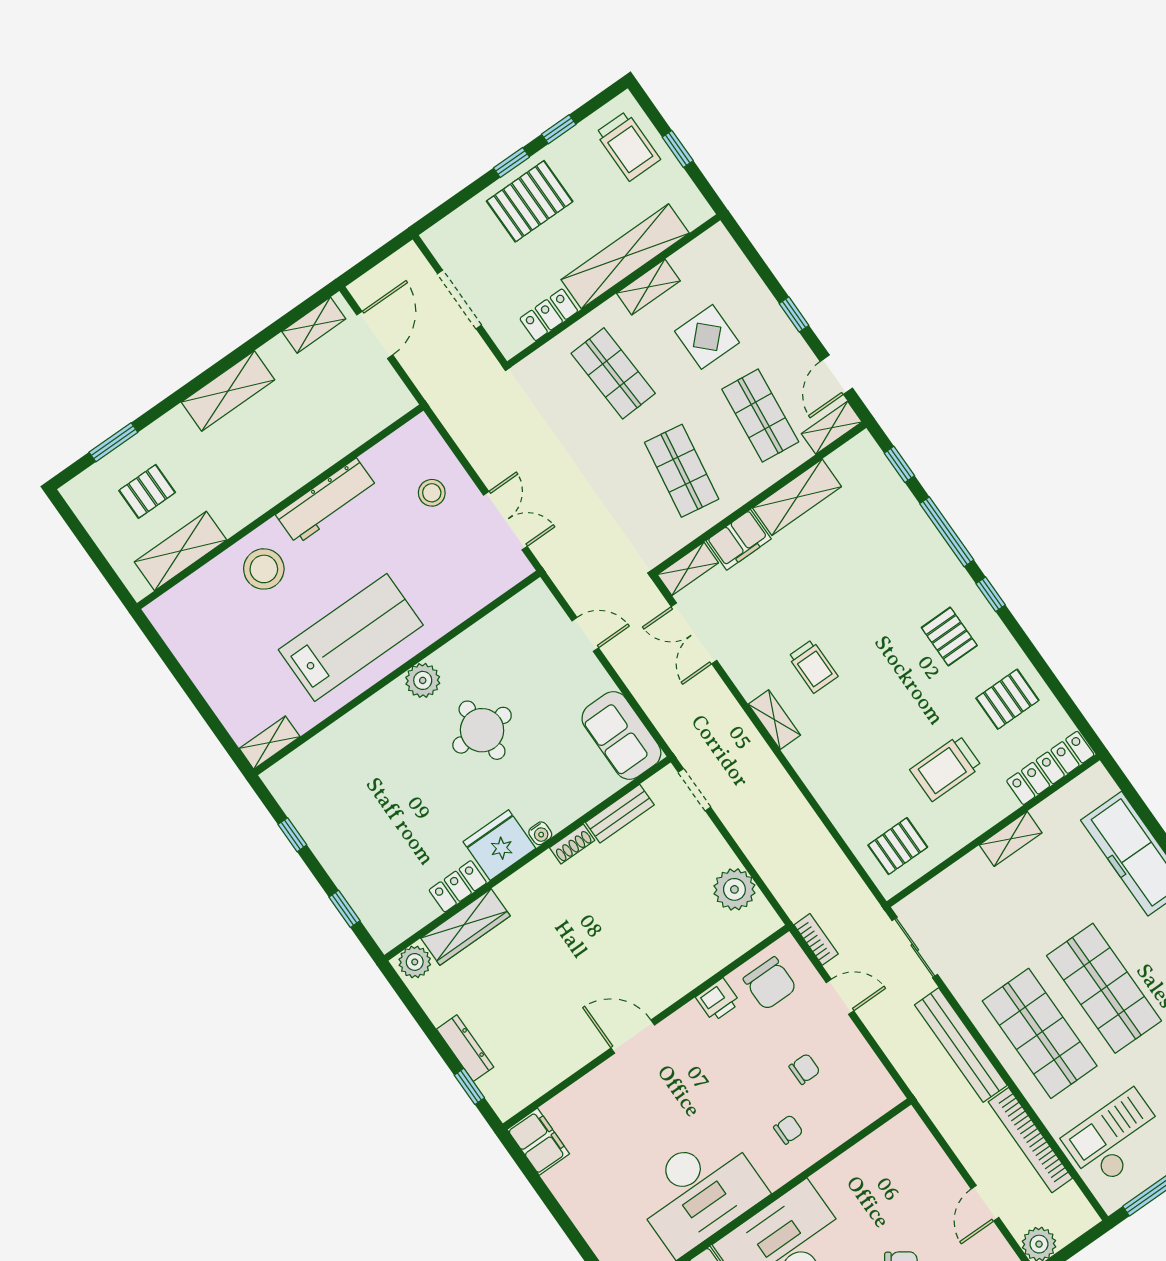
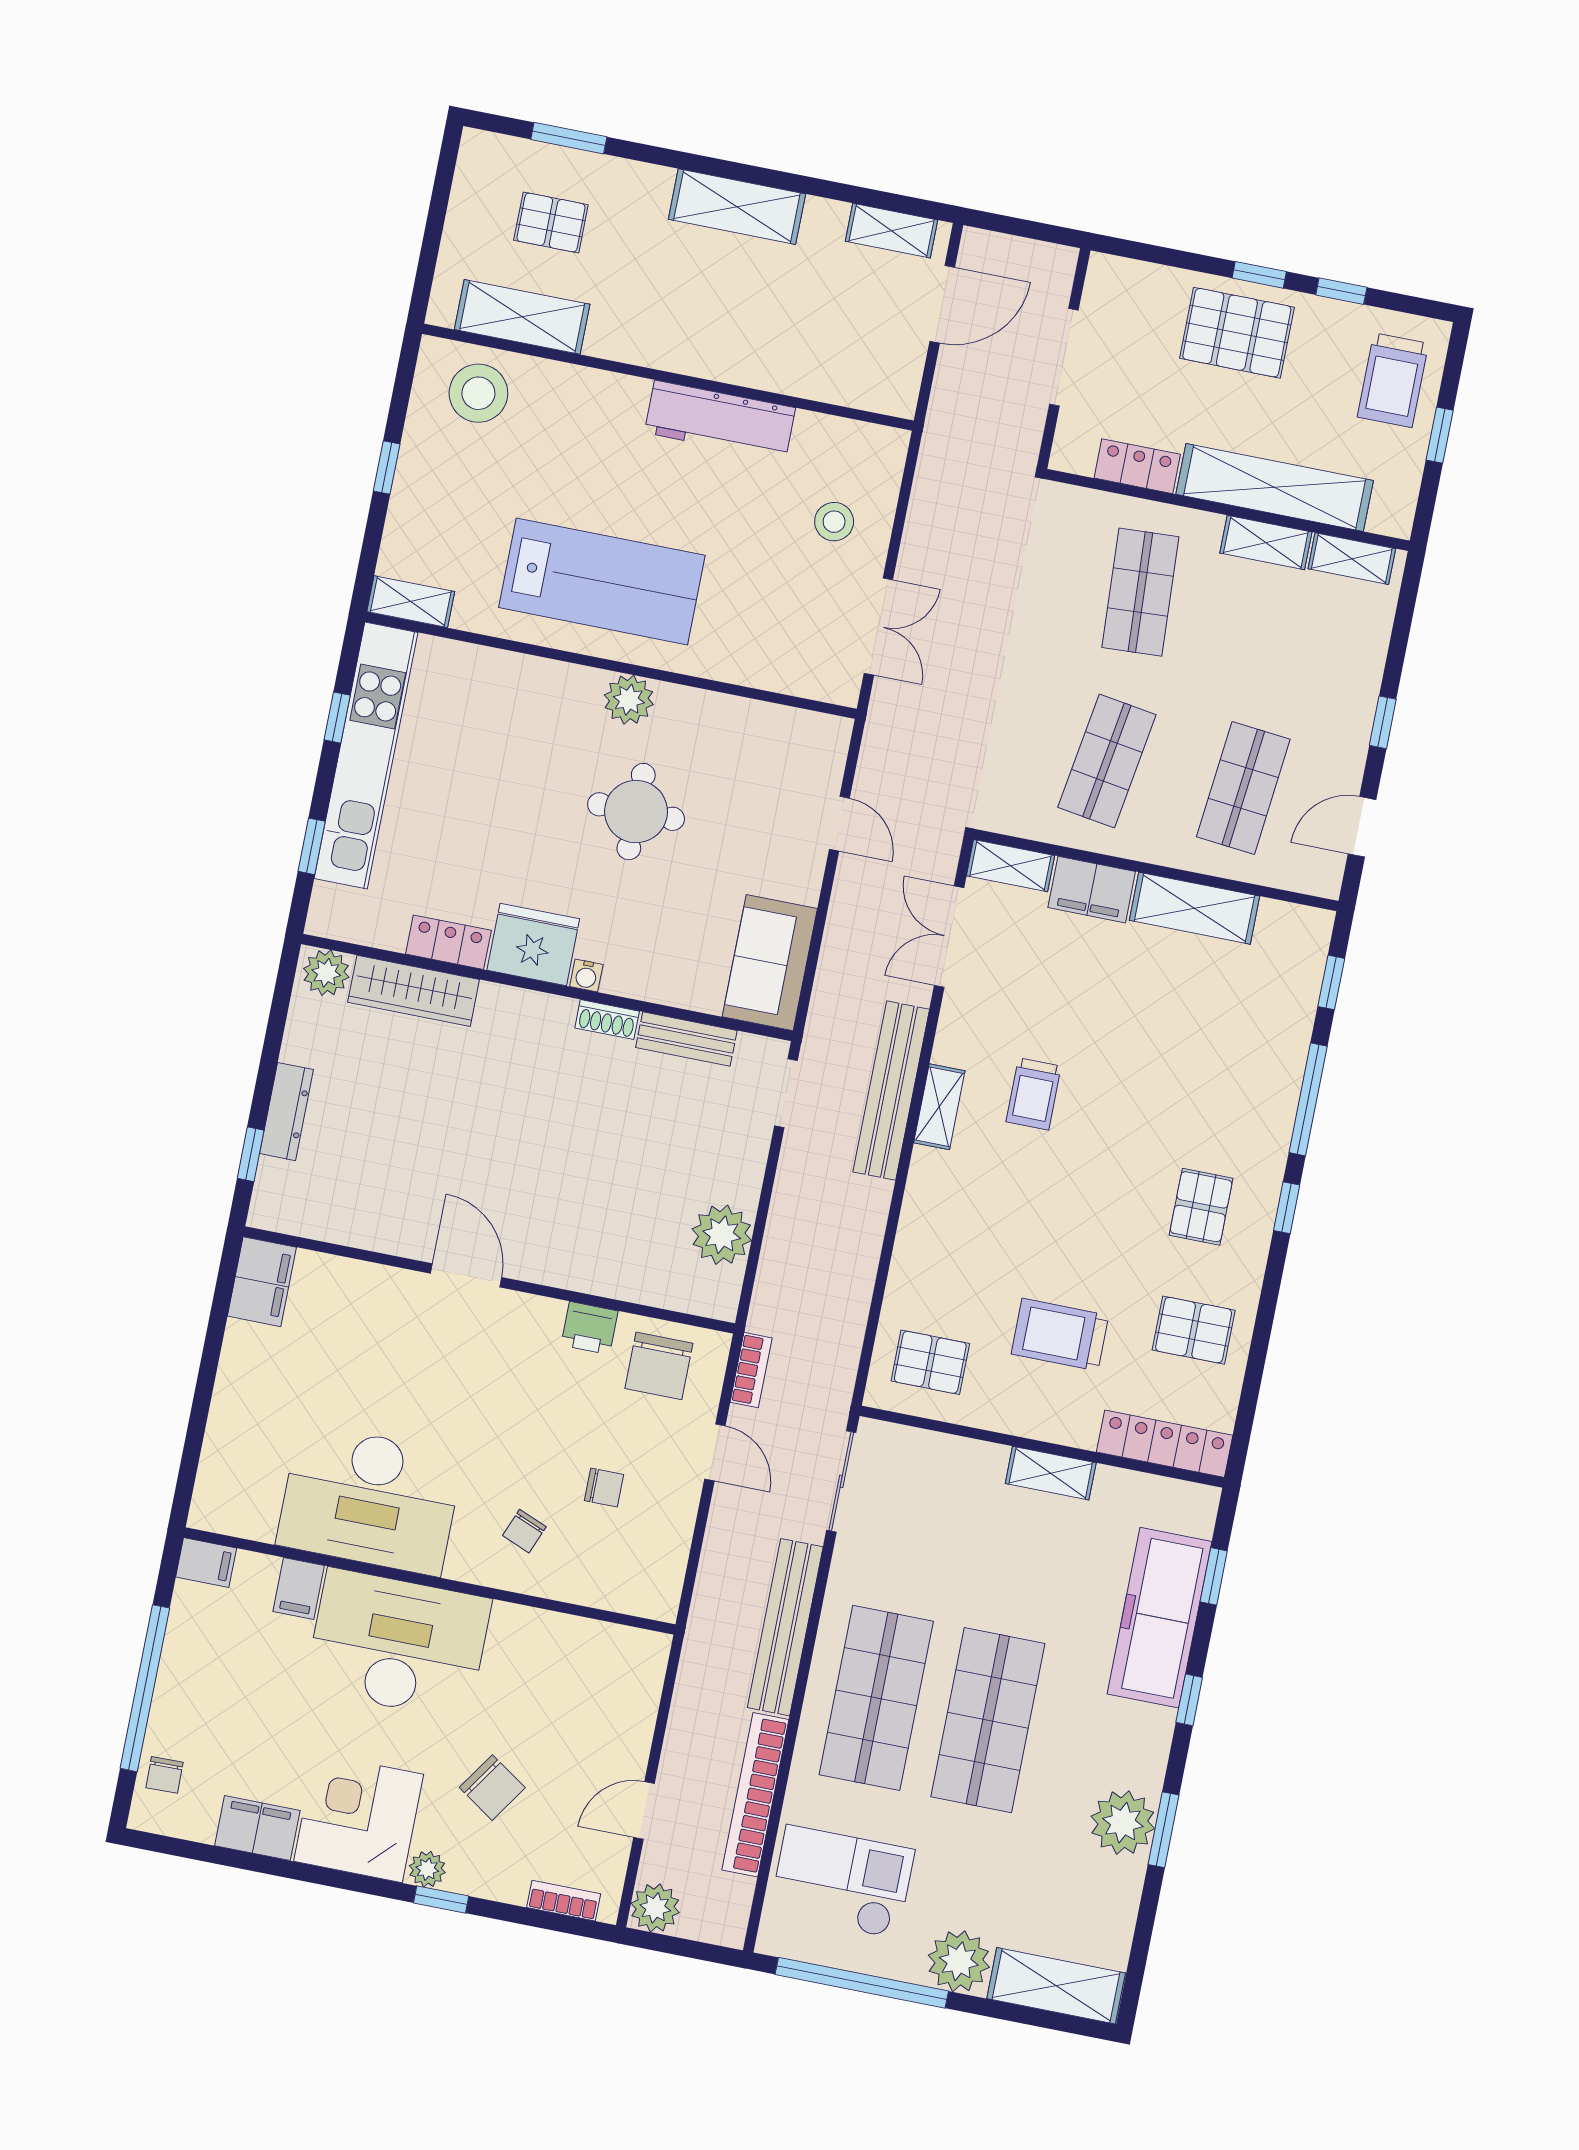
display table: (707, 337) -> (1272, 654), removed
shelving: (832, 428) -> (1352, 559), moved
stool: (264, 569) -> (478, 393), moved
window: (191, 691) -> (387, 467), added
bench: (743, 736) -> (891, 1091), added
window: (1140, 807) -> (1214, 1576), added
kitchen unit: (325, 838) -> (366, 755), added
chair: (788, 1130) -> (524, 1531), turned 112

